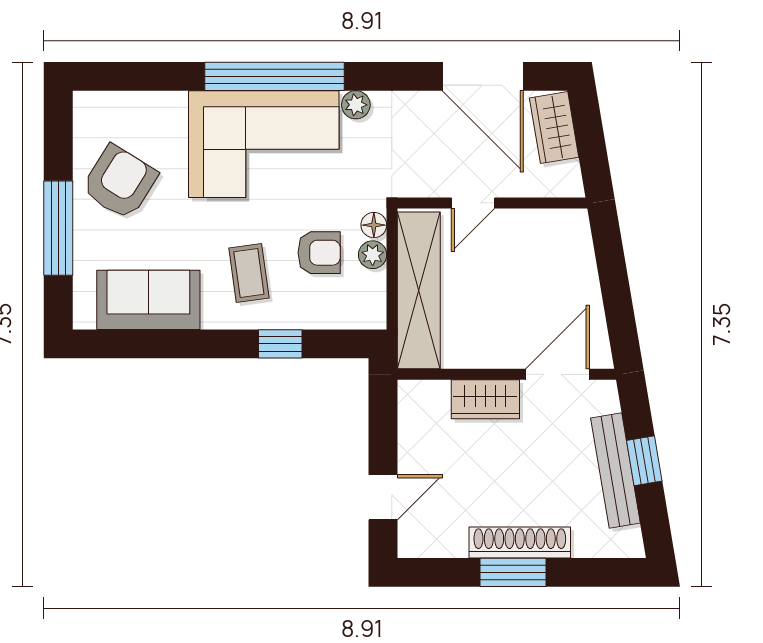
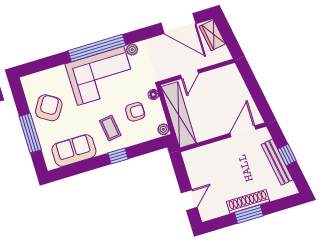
plant: (373, 255) -> (163, 129), moved
window: (280, 344) -> (118, 156), moved
wardrobe: (485, 399) -> (218, 150), removed

